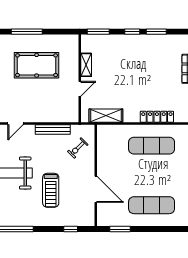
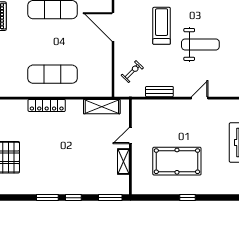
window: (27, 32) -> (188, 198), width x0.46
bench: (53, 130) -> (159, 92), width x0.73

